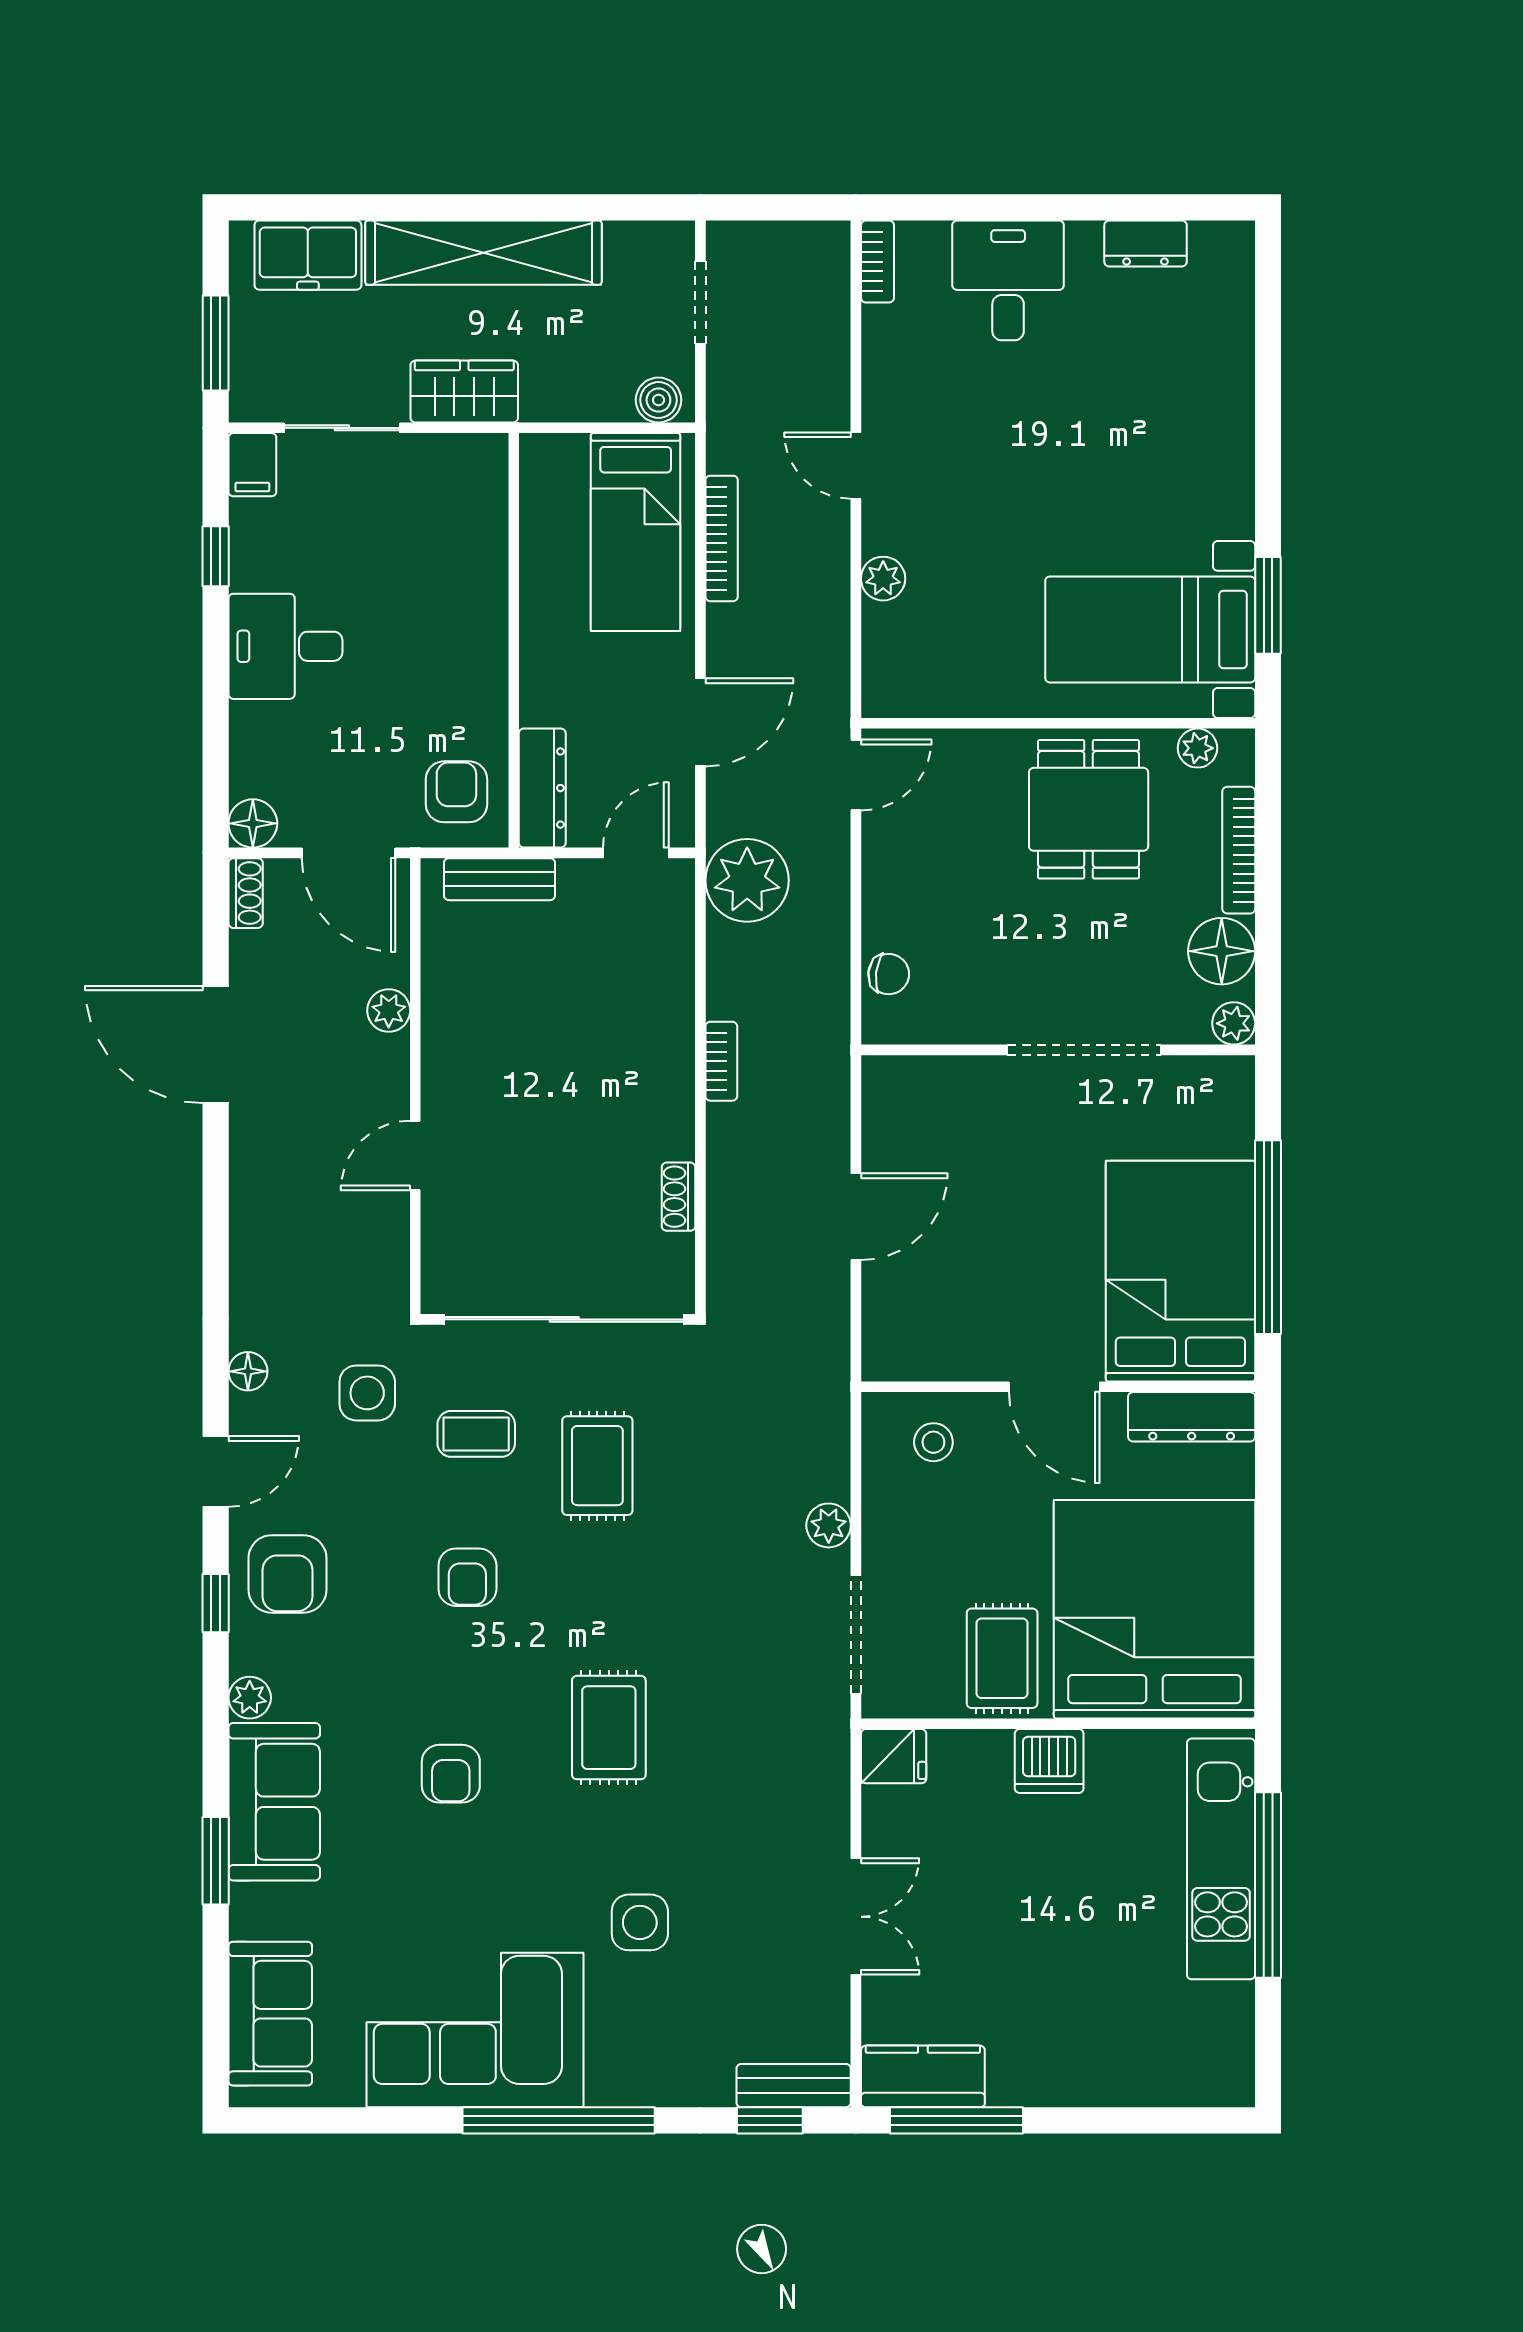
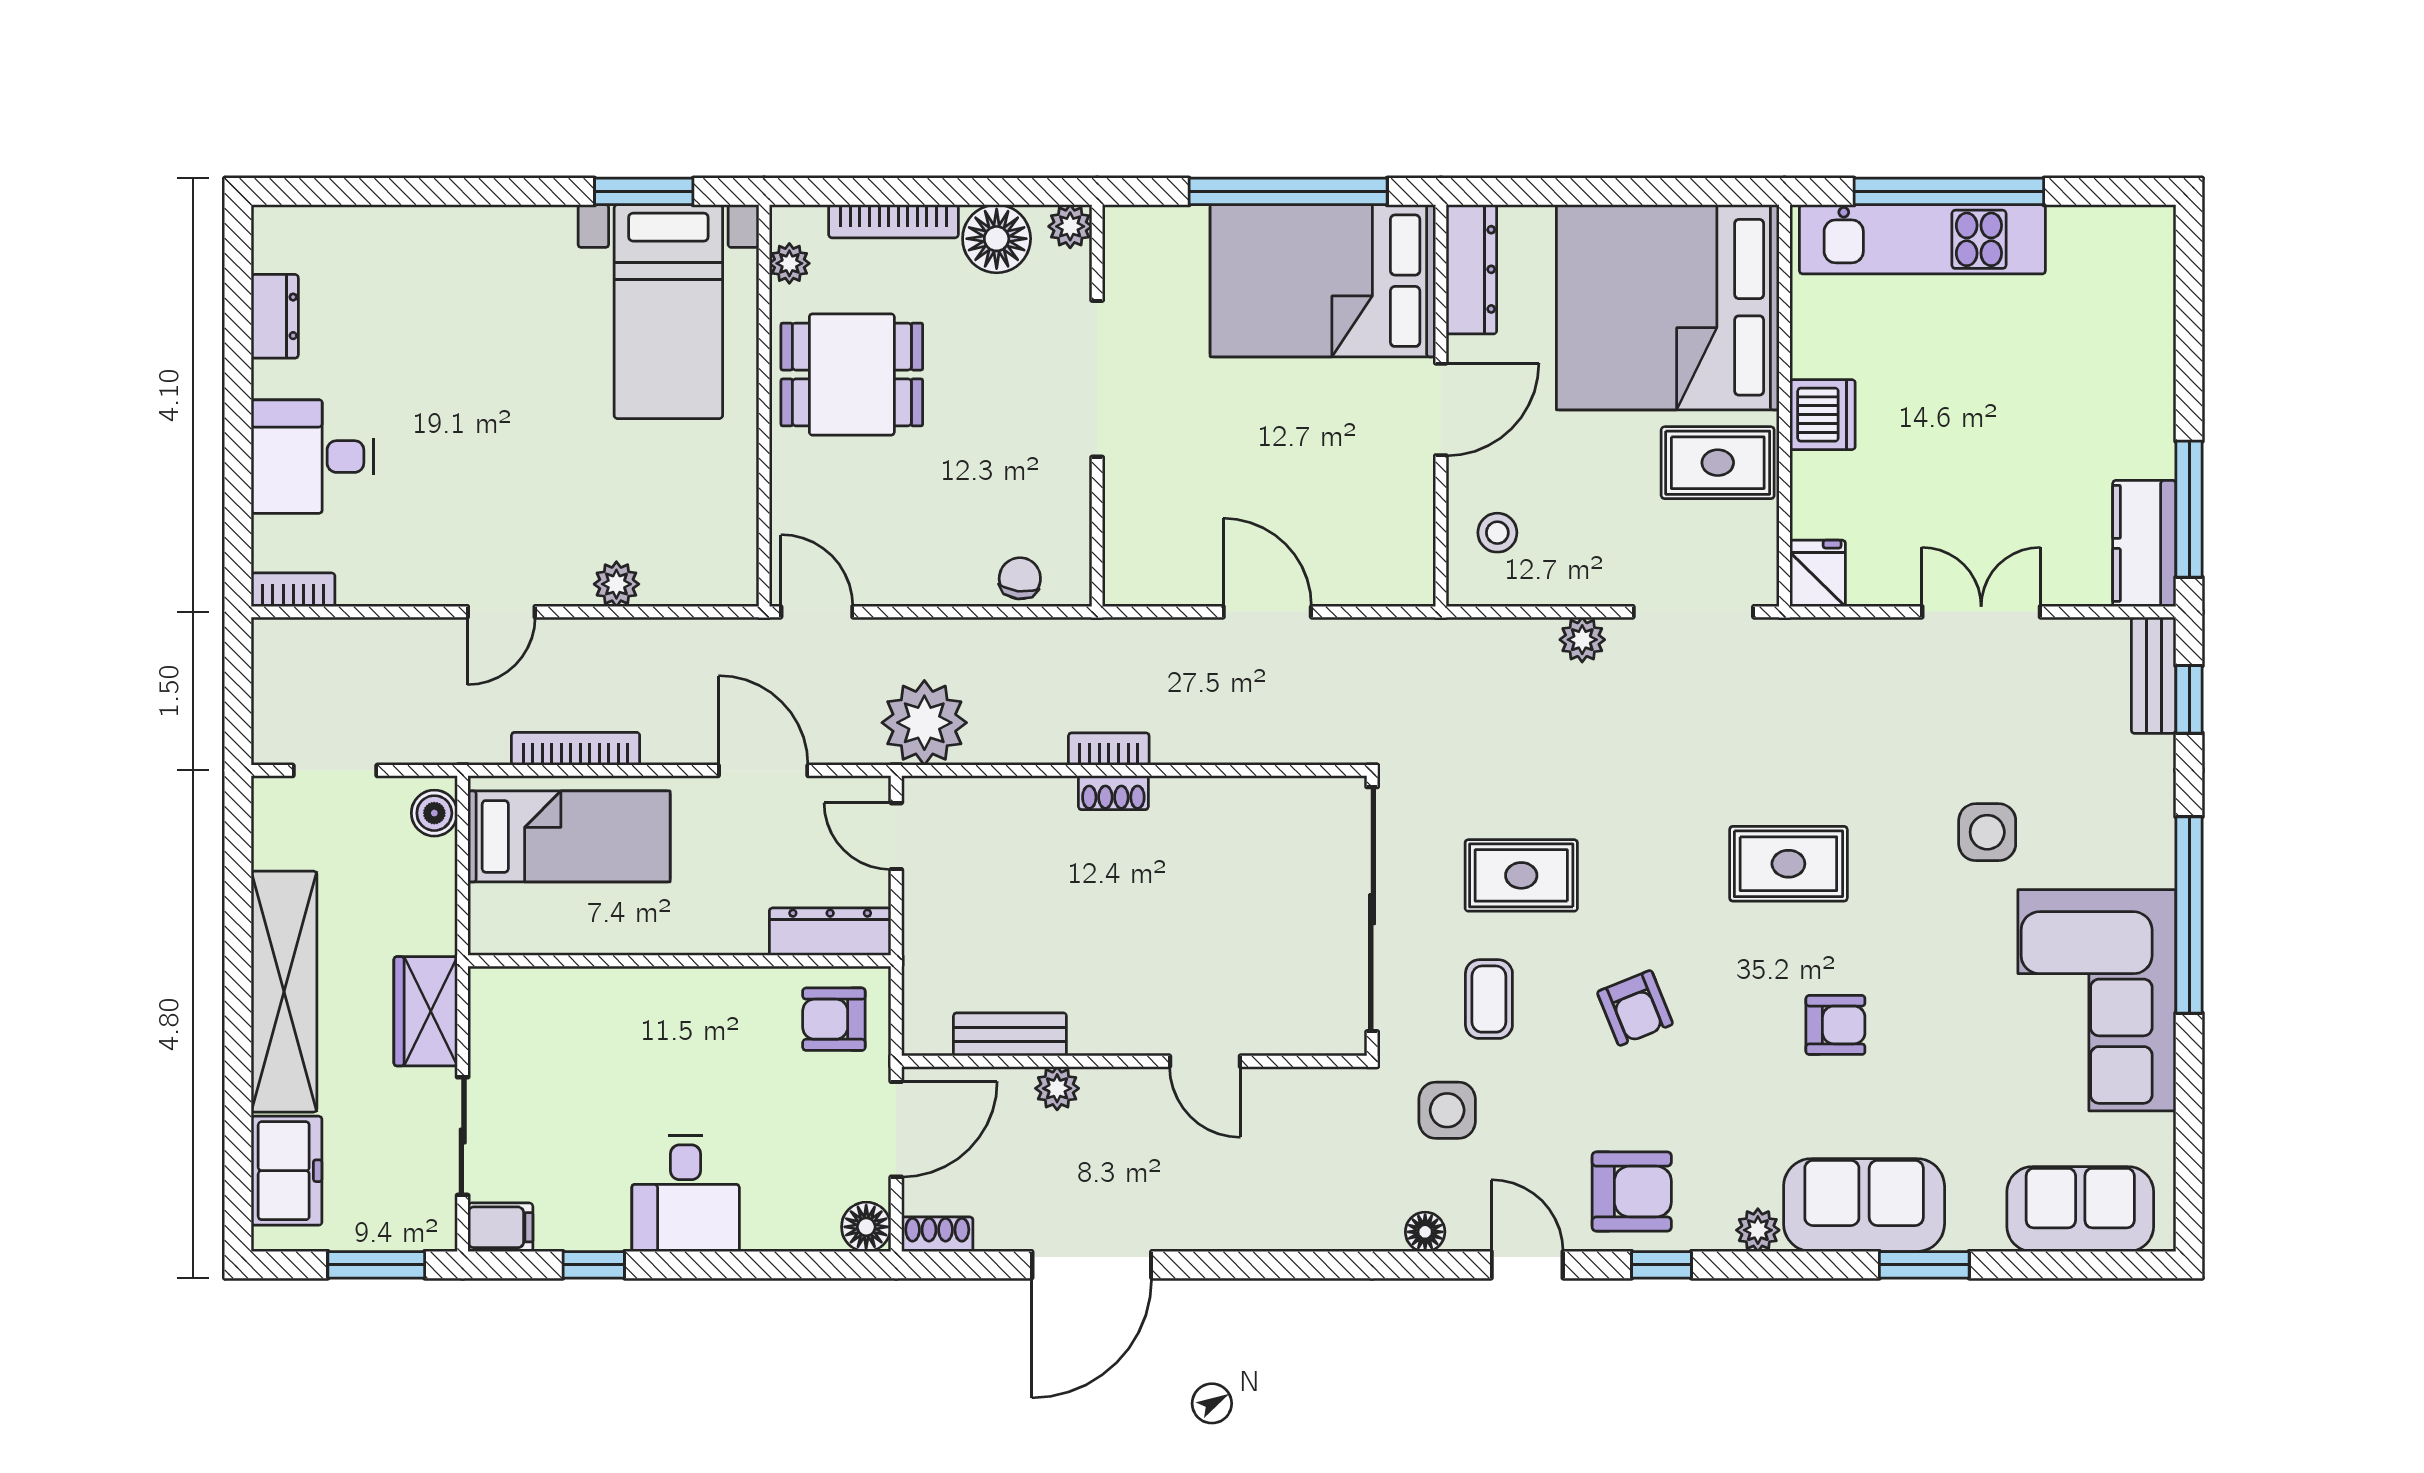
bench: (499, 879) -> (1010, 1034), moved, turned 90
shoe rack: (678, 1197) -> (1113, 793), moved
armchair: (467, 1577) -> (1635, 1008), turned 68

